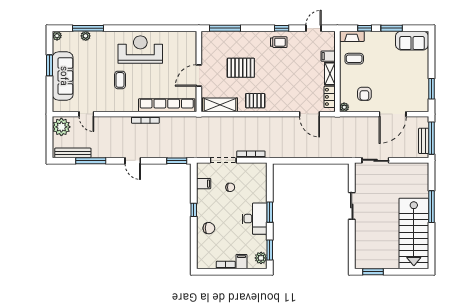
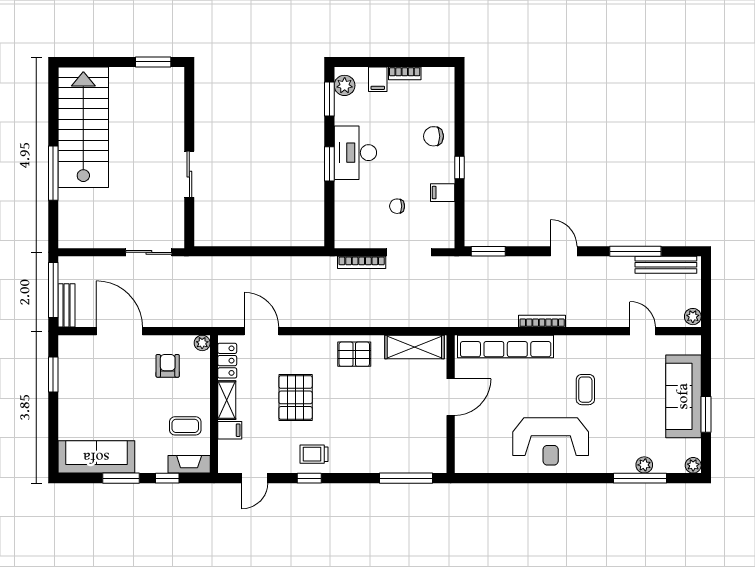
sofa: (412, 41) -> (96, 457), width x1.36
pallet: (241, 68) -> (296, 397), moved, turned 90
door: (393, 114) -> (119, 331), hinge flipped
plant: (61, 127) -> (693, 317), width x0.53, depth x0.53
bench: (424, 141) -> (67, 305), moved
filing cabinet: (204, 184) -> (443, 193), moved

